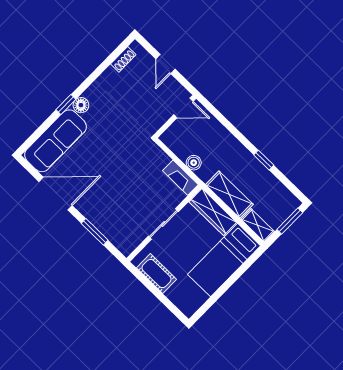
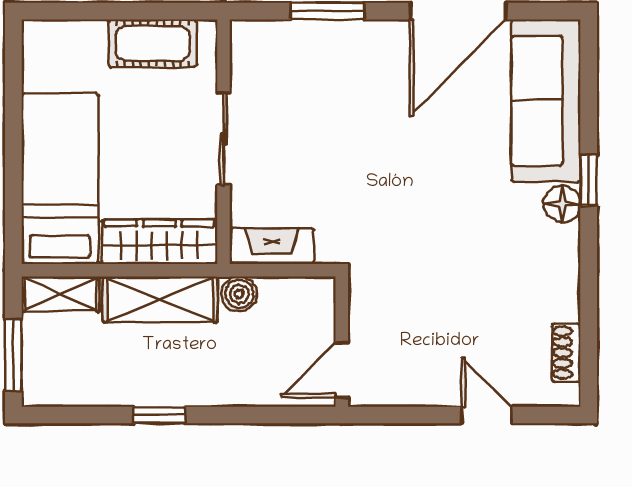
door: (183, 108) -> (342, 370), moved
wall: (175, 117) -> (342, 342), moved
boiler: (194, 163) -> (239, 294), moved

